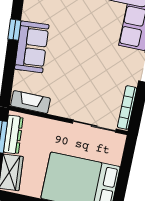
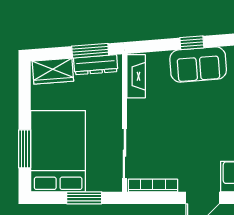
window: (14, 30) -> (192, 43), moved
window: (125, 169) -> (84, 198), added

